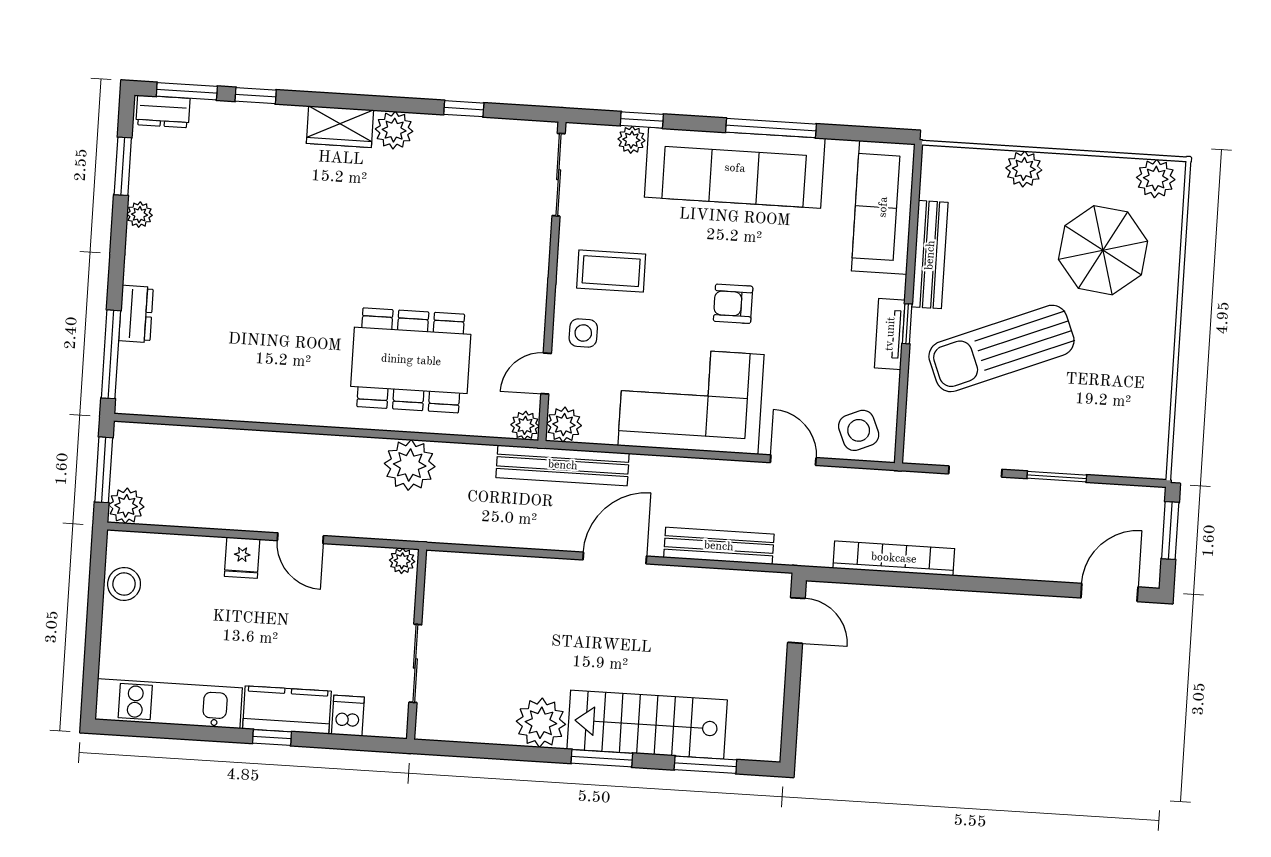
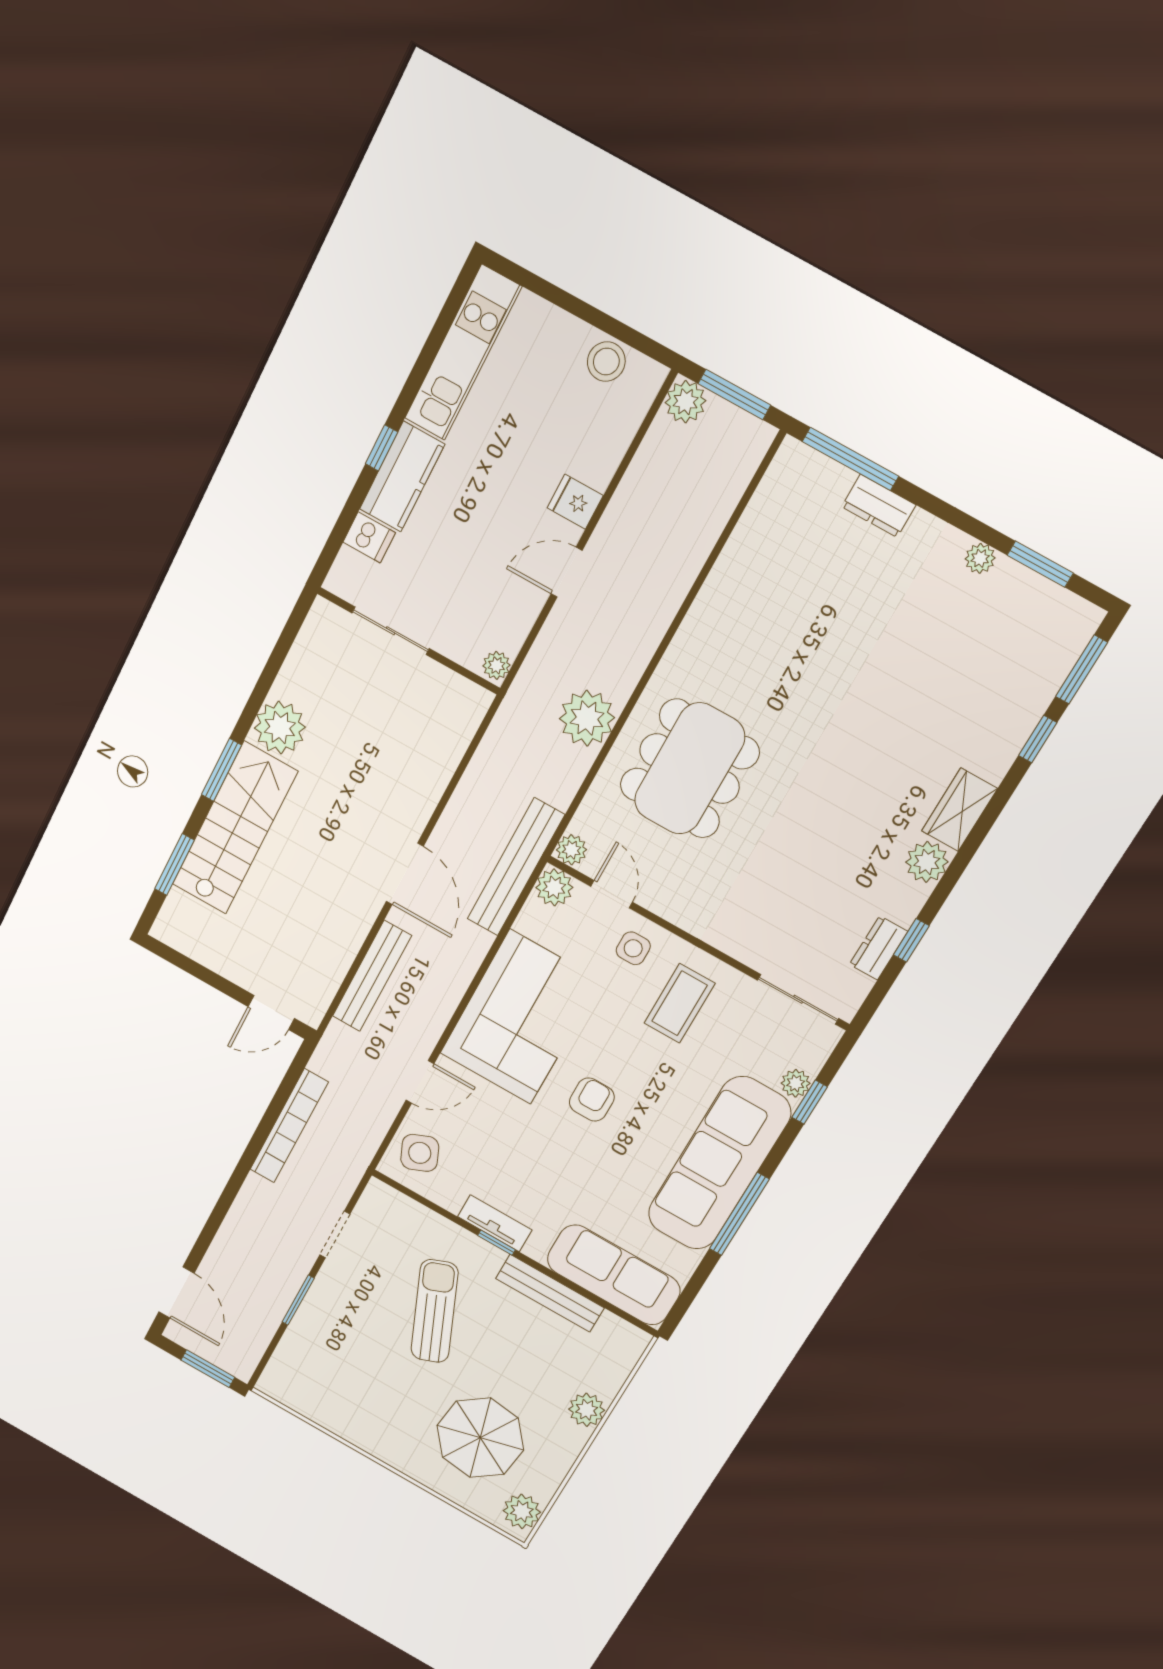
dresser: (163, 111) -> (879, 948), moved
sun lounger: (1001, 348) -> (435, 1311), width x0.73, depth x0.75

